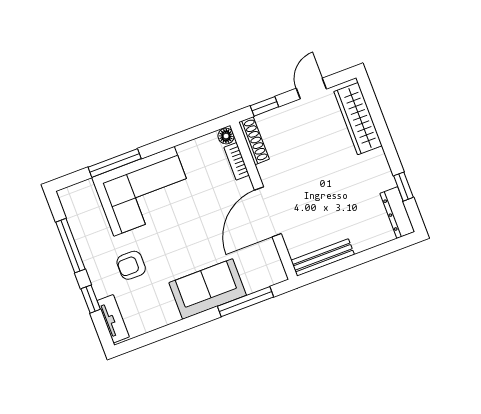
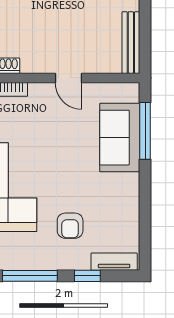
door: (268, 212) -> (68, 78), width x0.53
sofa: (208, 289) -> (120, 138), moved

